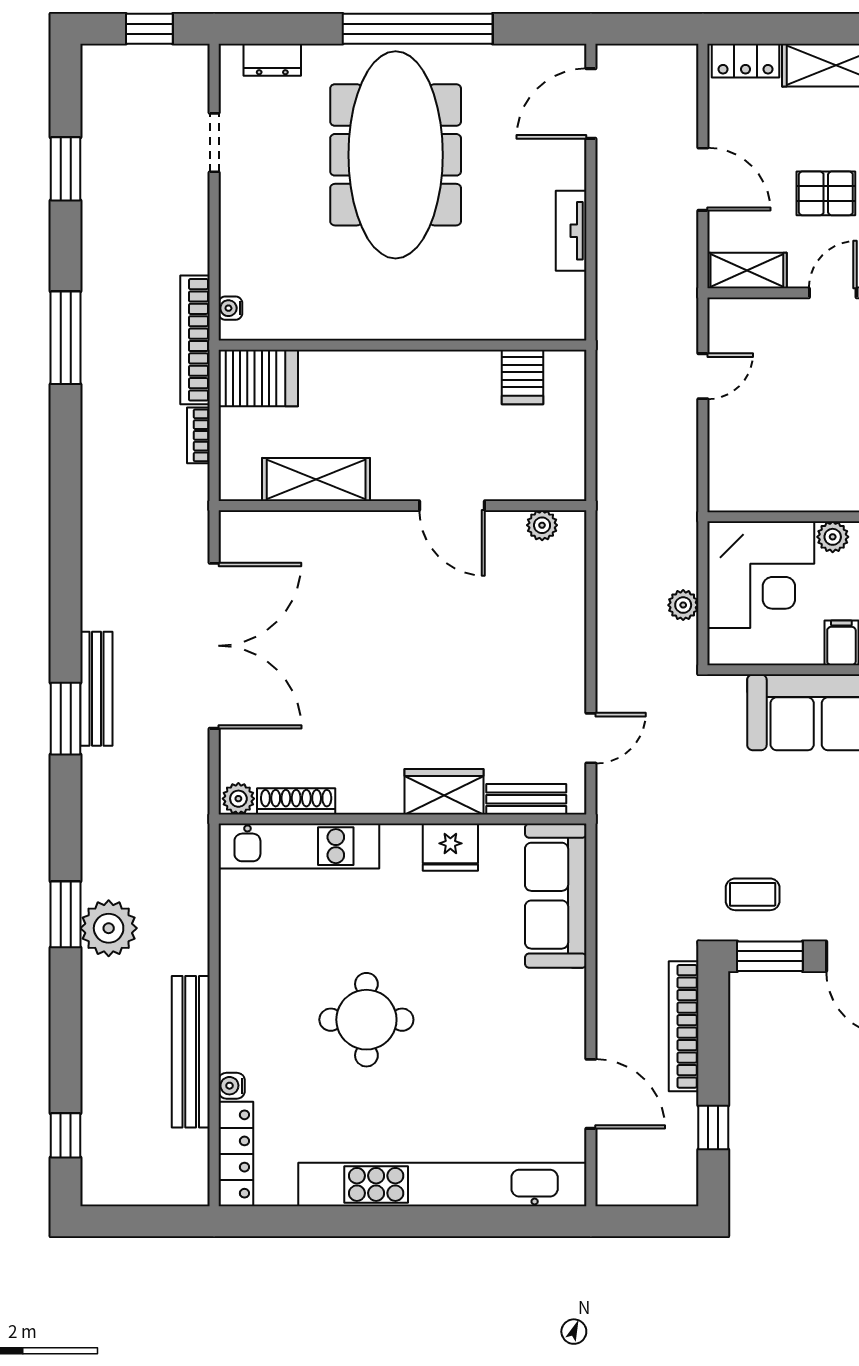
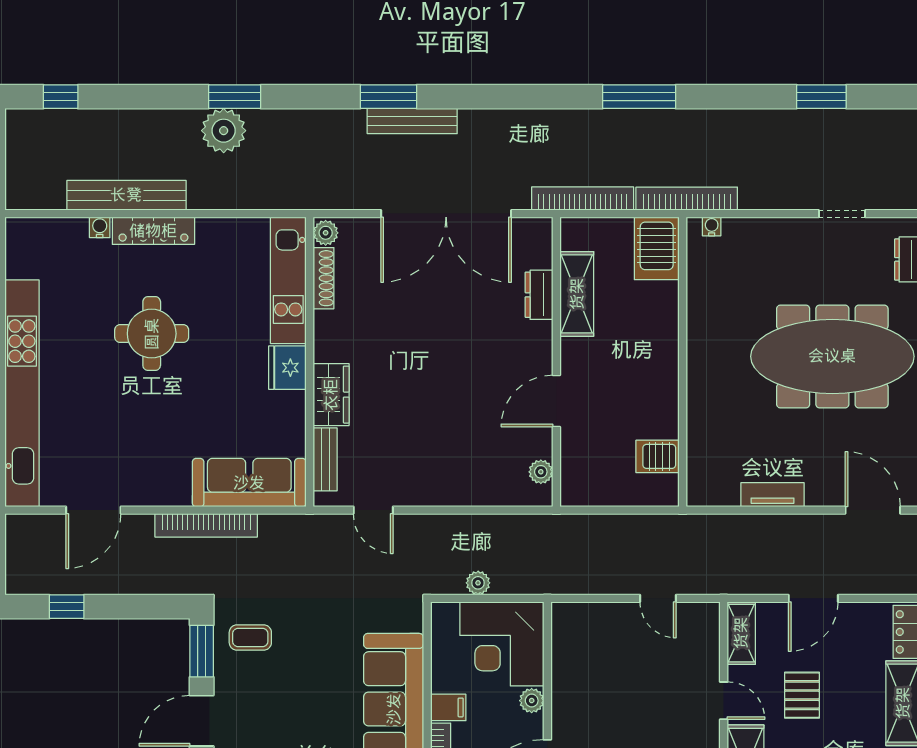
window: (66, 338) -> (639, 97), moved
bookcase: (198, 435) -> (583, 198), width x2.31, depth x1.31
dresser: (317, 528) -> (539, 295), added
fridge: (450, 847) -> (287, 368), moved
coffee table: (753, 894) -> (250, 638), turned 90
bookcase: (684, 1026) -> (206, 525), moved, turned 180
locker: (236, 1154) -> (153, 231), moved

